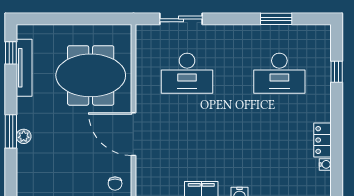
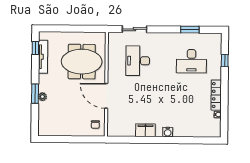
desk: (187, 73) -> (138, 61), turned 90
locker: (322, 140) -> (216, 95), width x1.53

